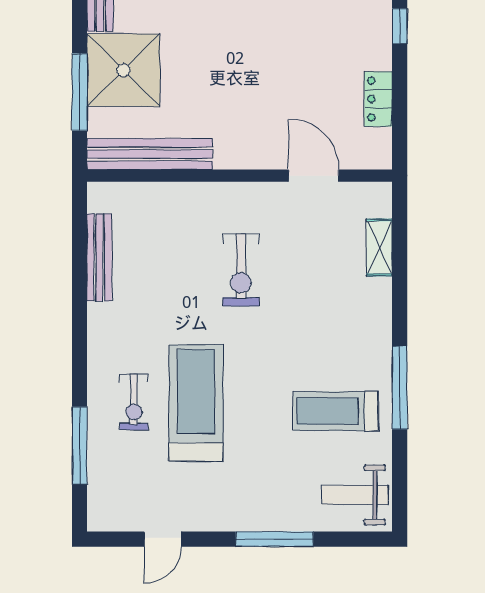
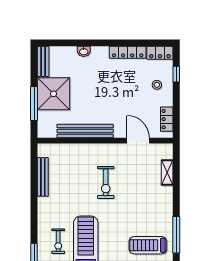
stool: (356, 50) -> (157, 85), added
locker: (378, 99) -> (167, 119), moved
bench: (150, 154) -> (85, 131), moved

